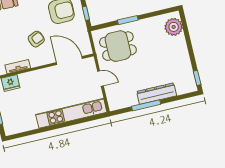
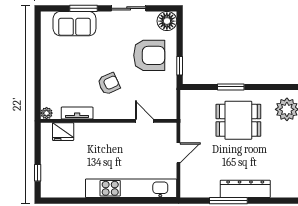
dining table: (118, 46) -> (238, 120), moved
door: (69, 61) -> (144, 121), width x0.53
door: (100, 79) -> (178, 153), hinge flipped

